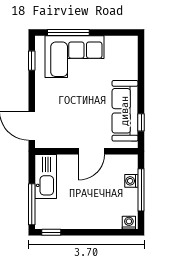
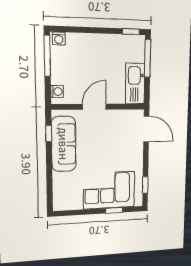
window: (68, 33) -> (114, 210), width x0.46
washing machine: (131, 181) -> (57, 92), moved
window: (141, 190) -> (47, 56), moved

